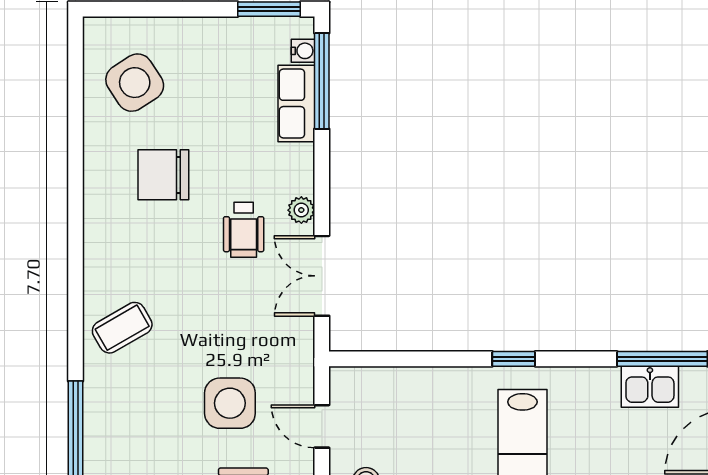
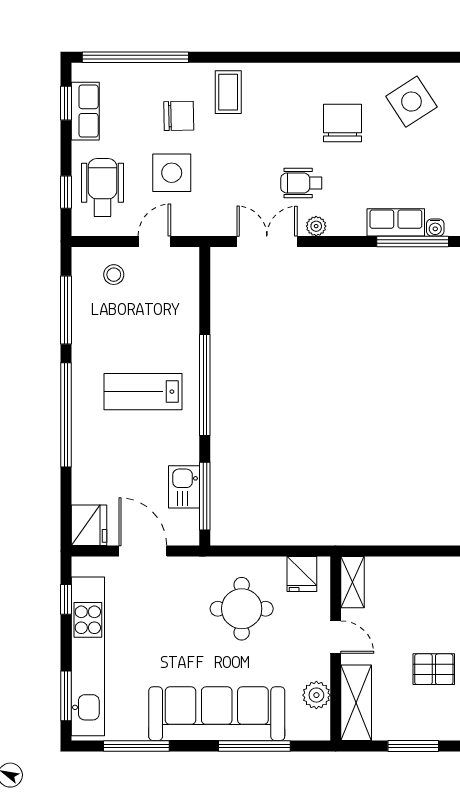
coffee table: (122, 328) -> (228, 92), turned 30
window: (514, 359) -> (205, 385), width x3.17
chair: (154, 394) -> (179, 116), added

